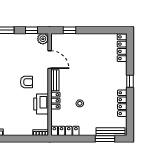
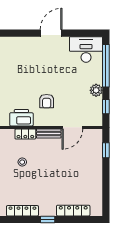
plant: (43, 39) -> (96, 90), moved
locker: (122, 48) -> (73, 211), moved

